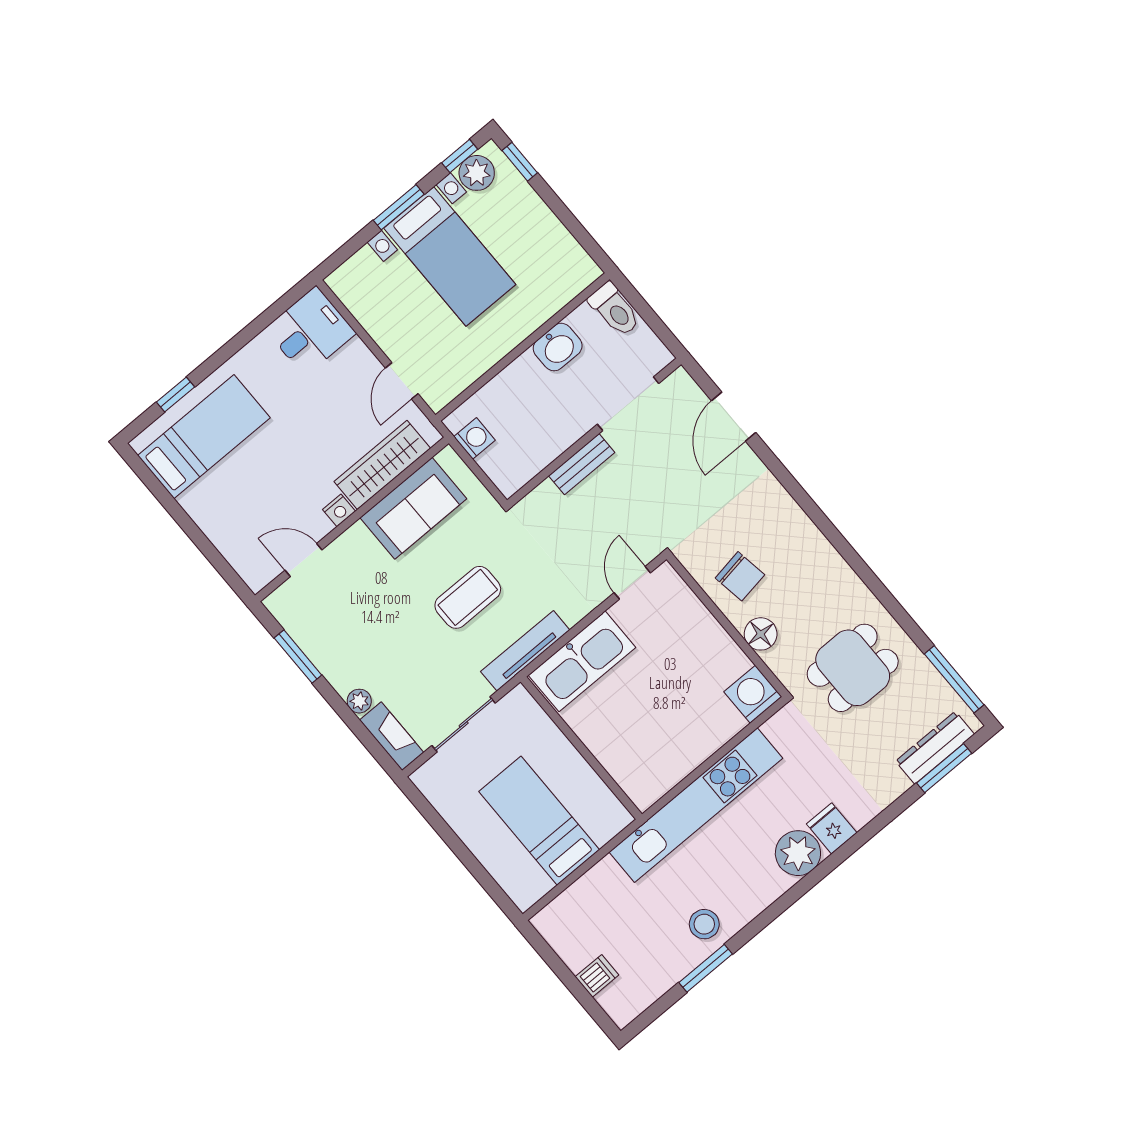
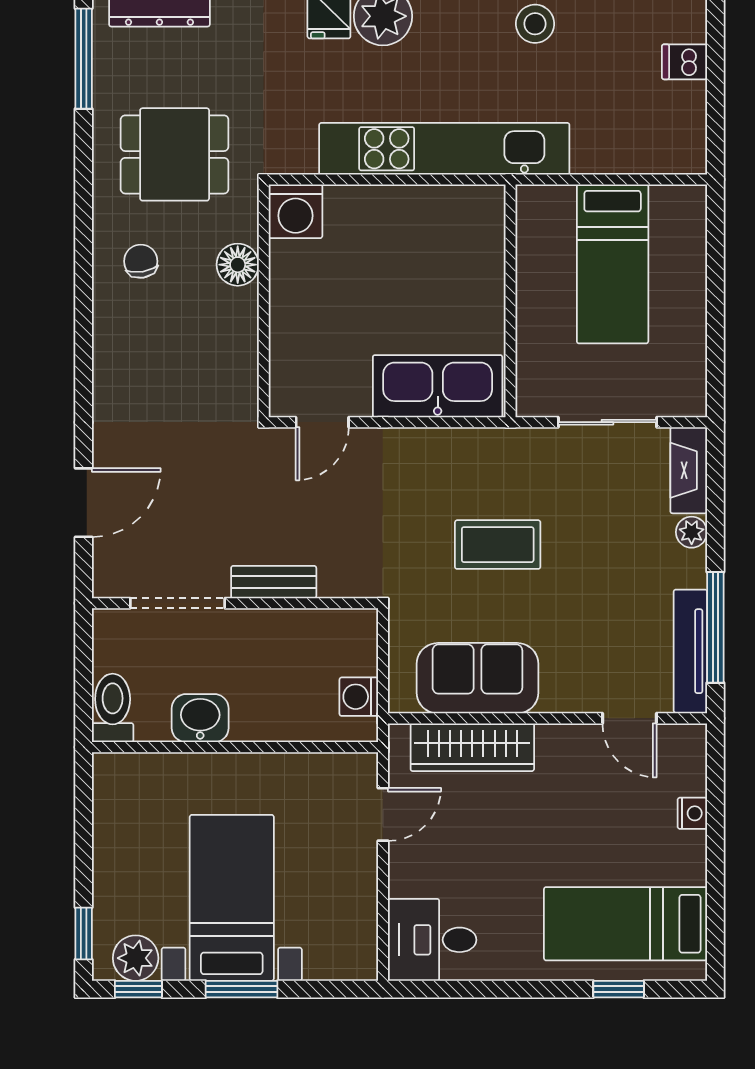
nightstand: (339, 510) -> (692, 813), moved, turned 90
chair: (740, 576) -> (141, 261), moved, width x0.73, depth x0.73
tv unit: (525, 651) -> (690, 651), moved, turned 90
window: (298, 657) -> (715, 627), width x1.44

